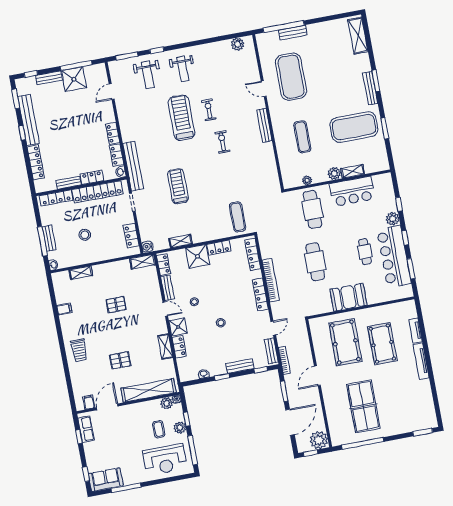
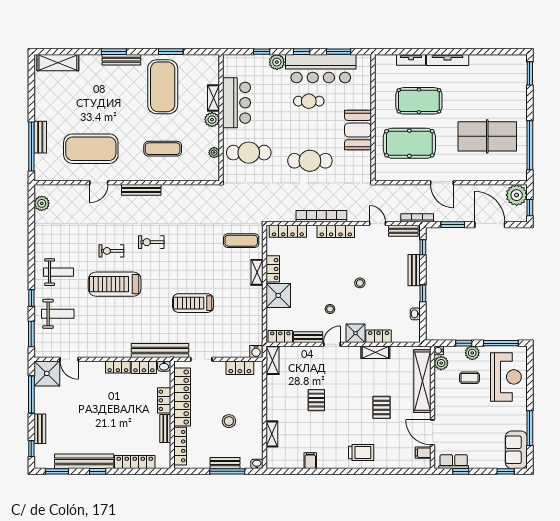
shower: (74, 79) -> (47, 373), moved
shelving: (180, 241) -> (257, 272), moved

